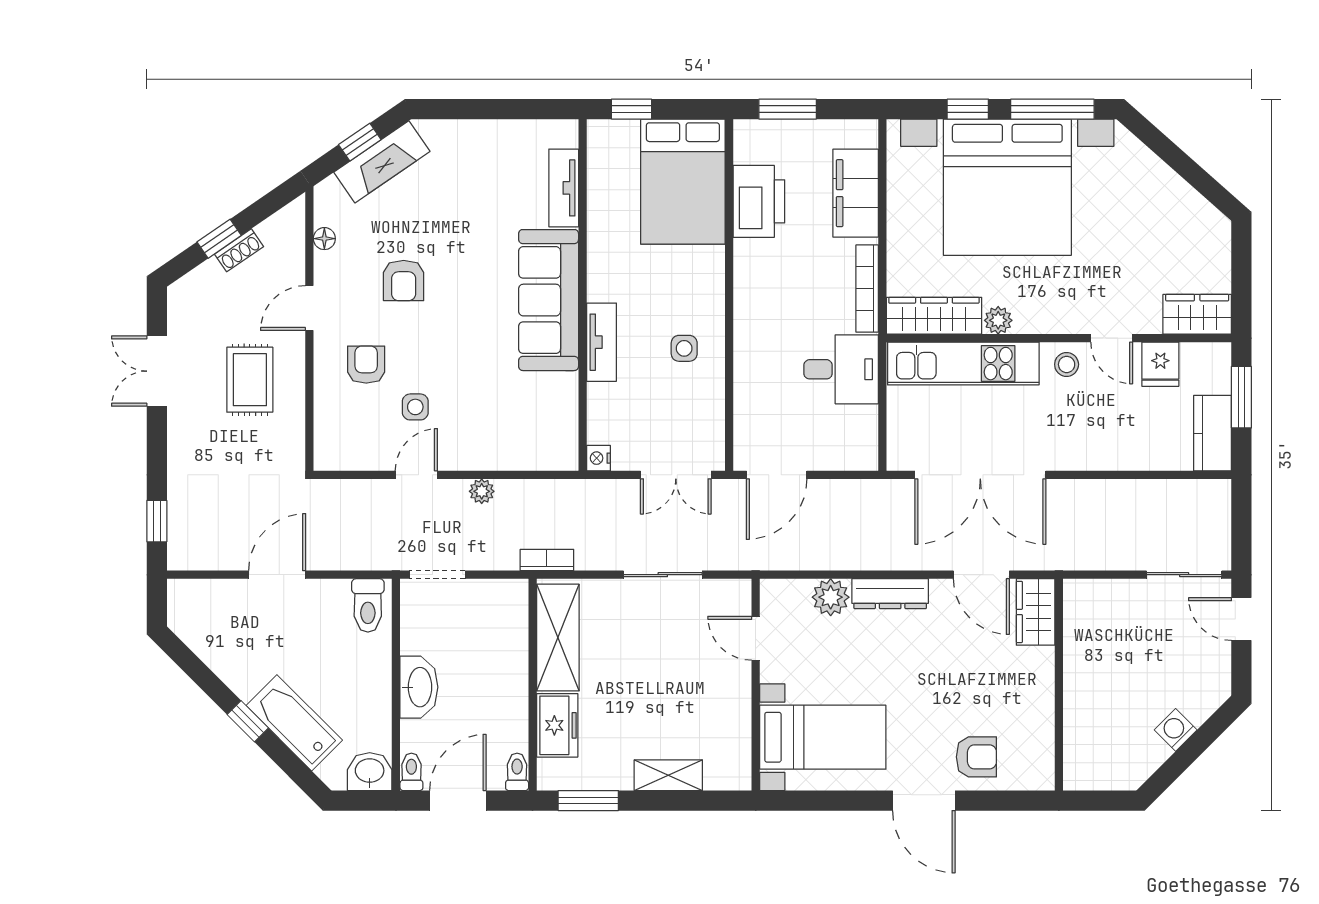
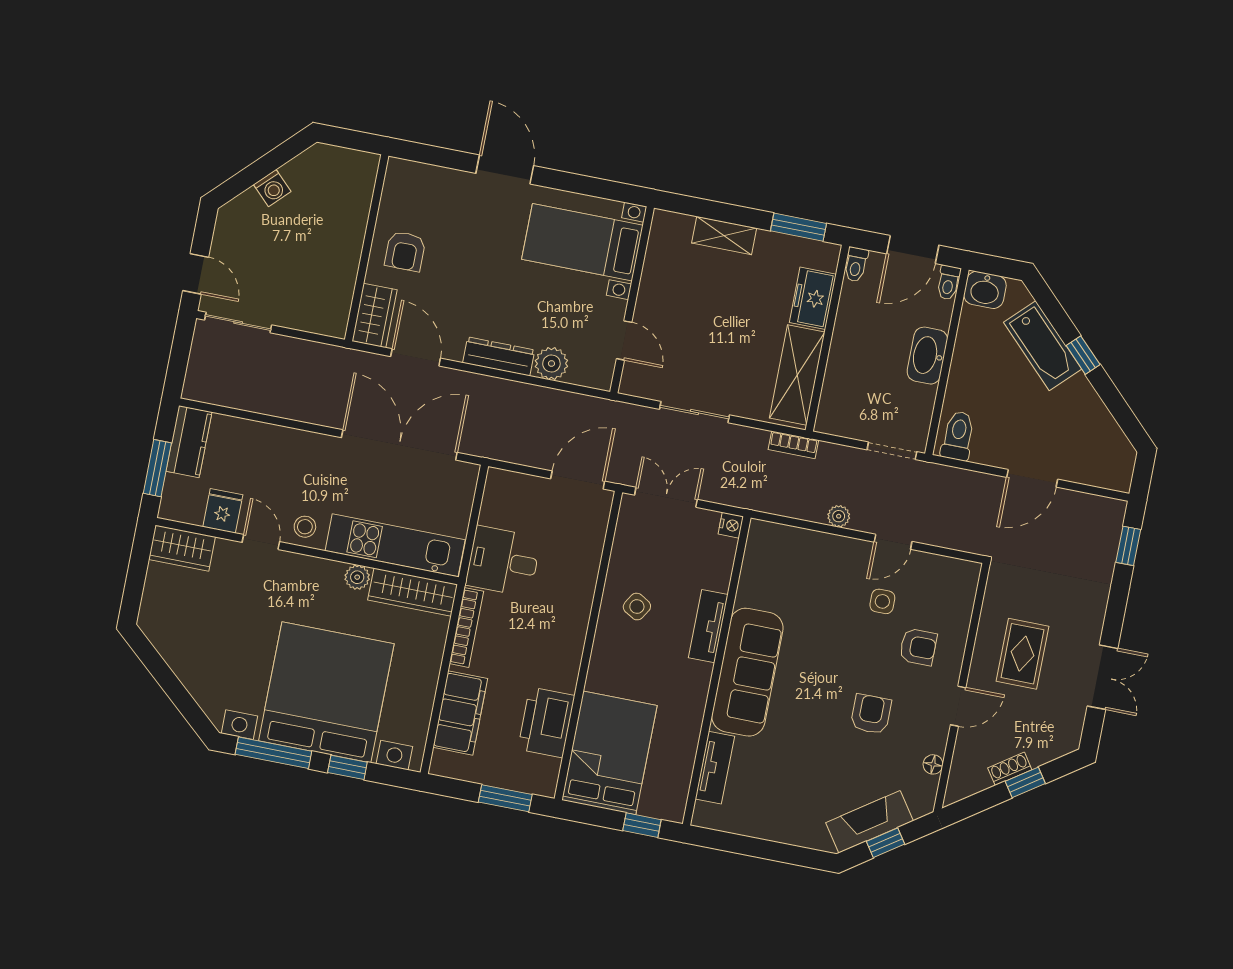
side table: (684, 348) -> (637, 607), turned 31
armchair: (366, 365) -> (918, 647), turned -90
armchair: (976, 757) -> (405, 251), moved, turned -90

